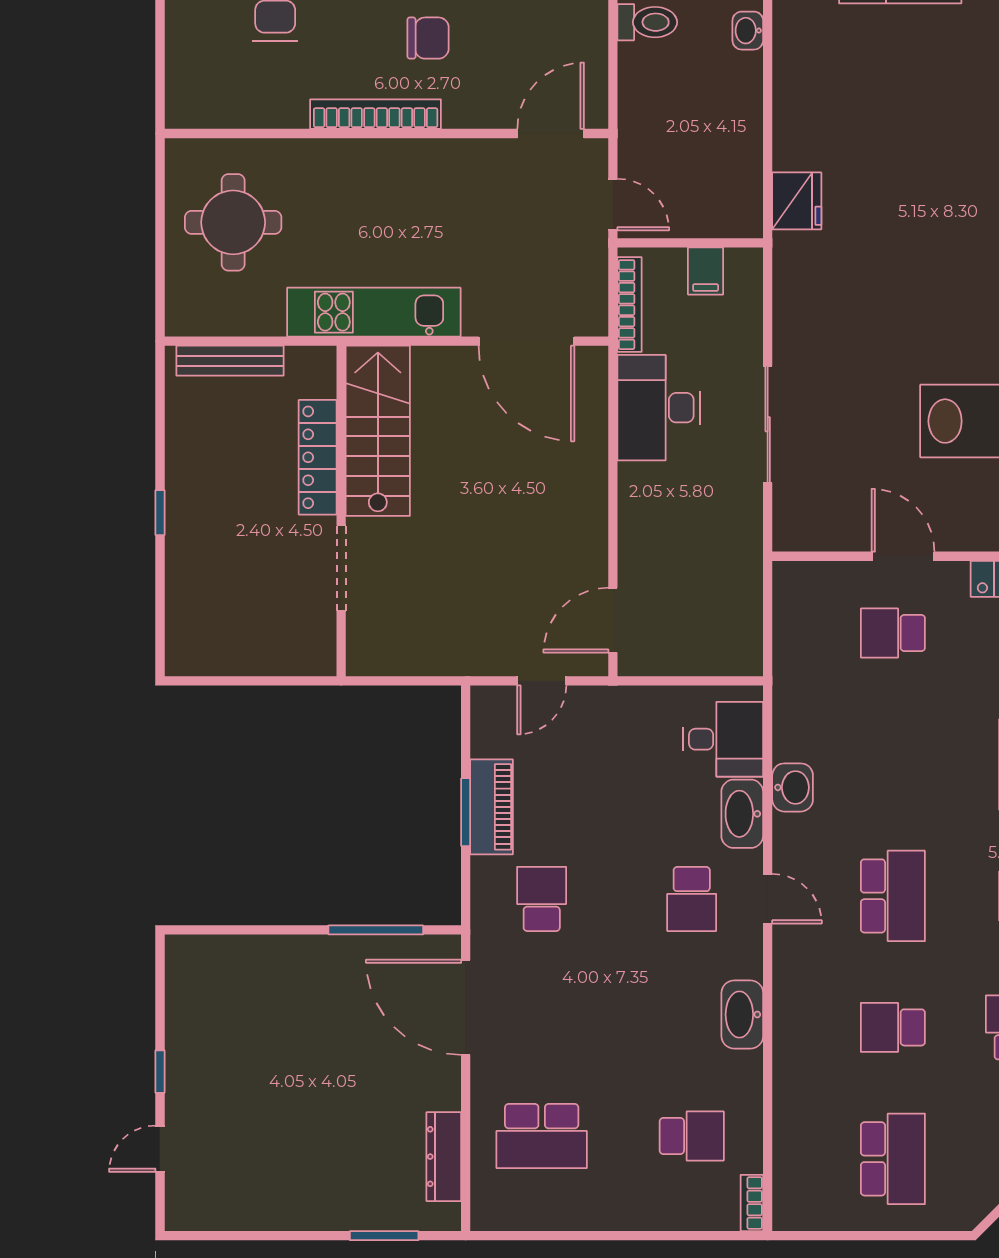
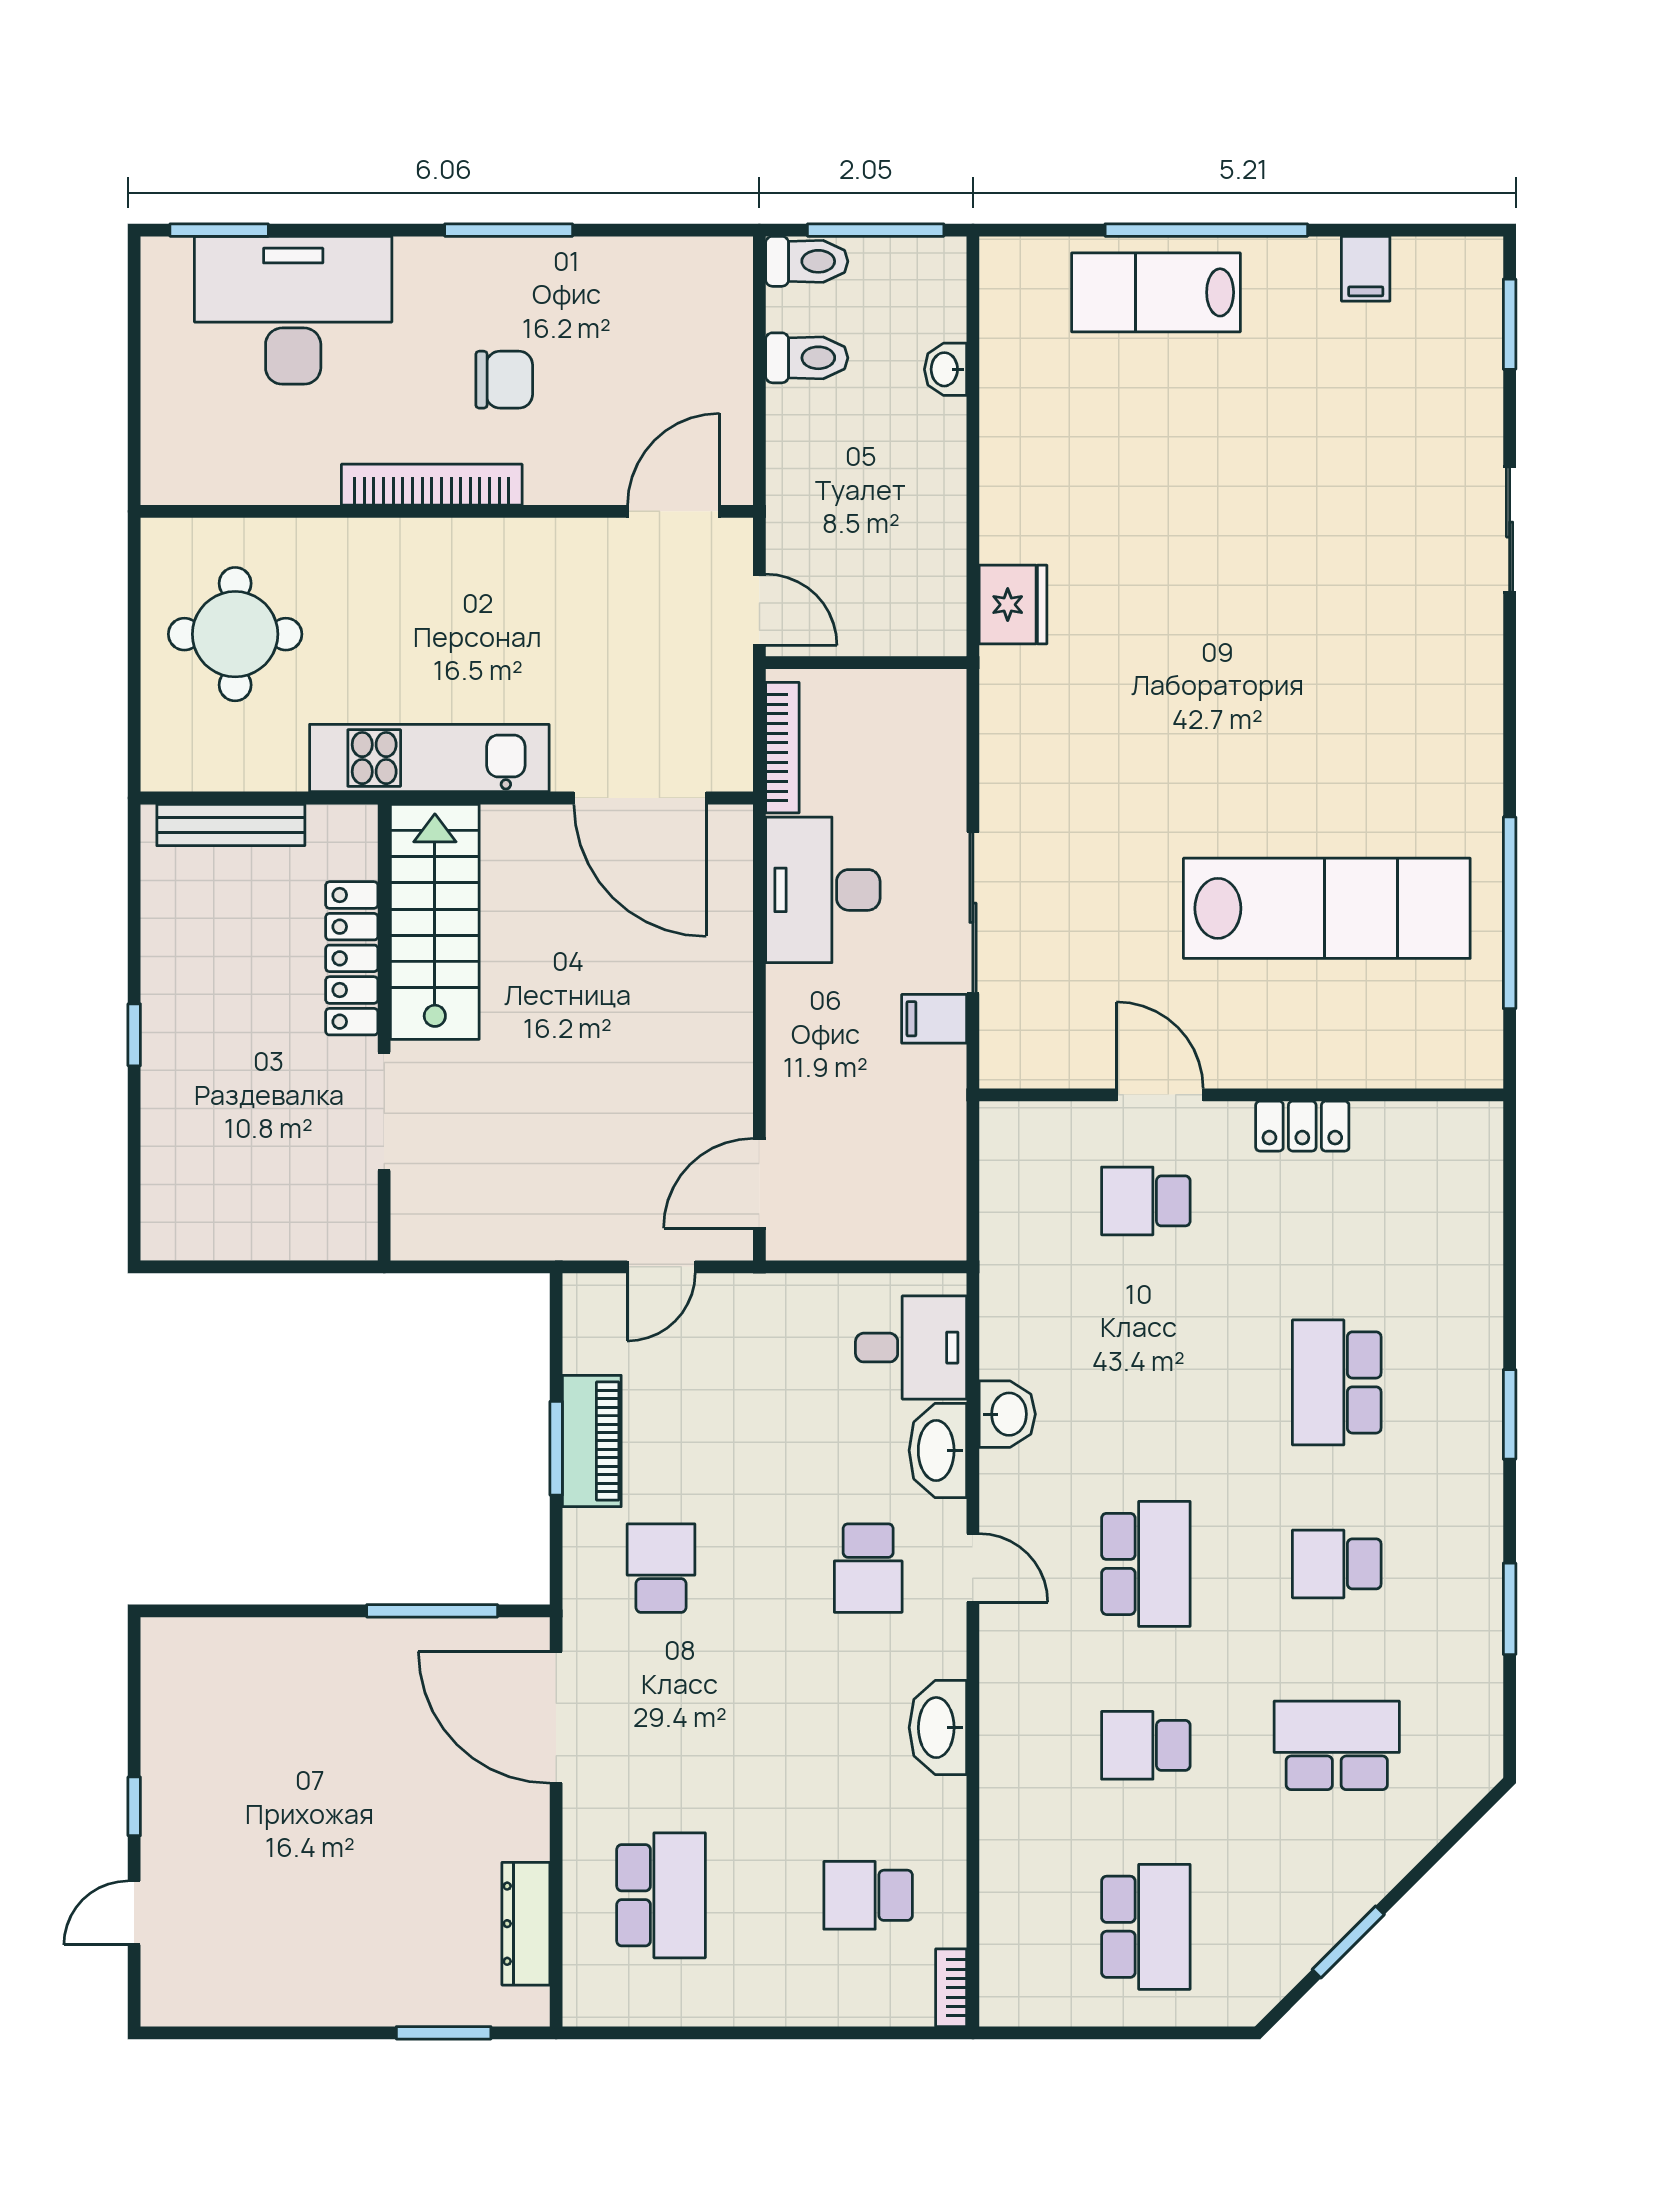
filing cabinet: (706, 271) -> (934, 1019), moved, turned 90
school desk: (542, 1136) -> (661, 1895), turned -90
school desk: (692, 1136) -> (868, 1895), turned 180

